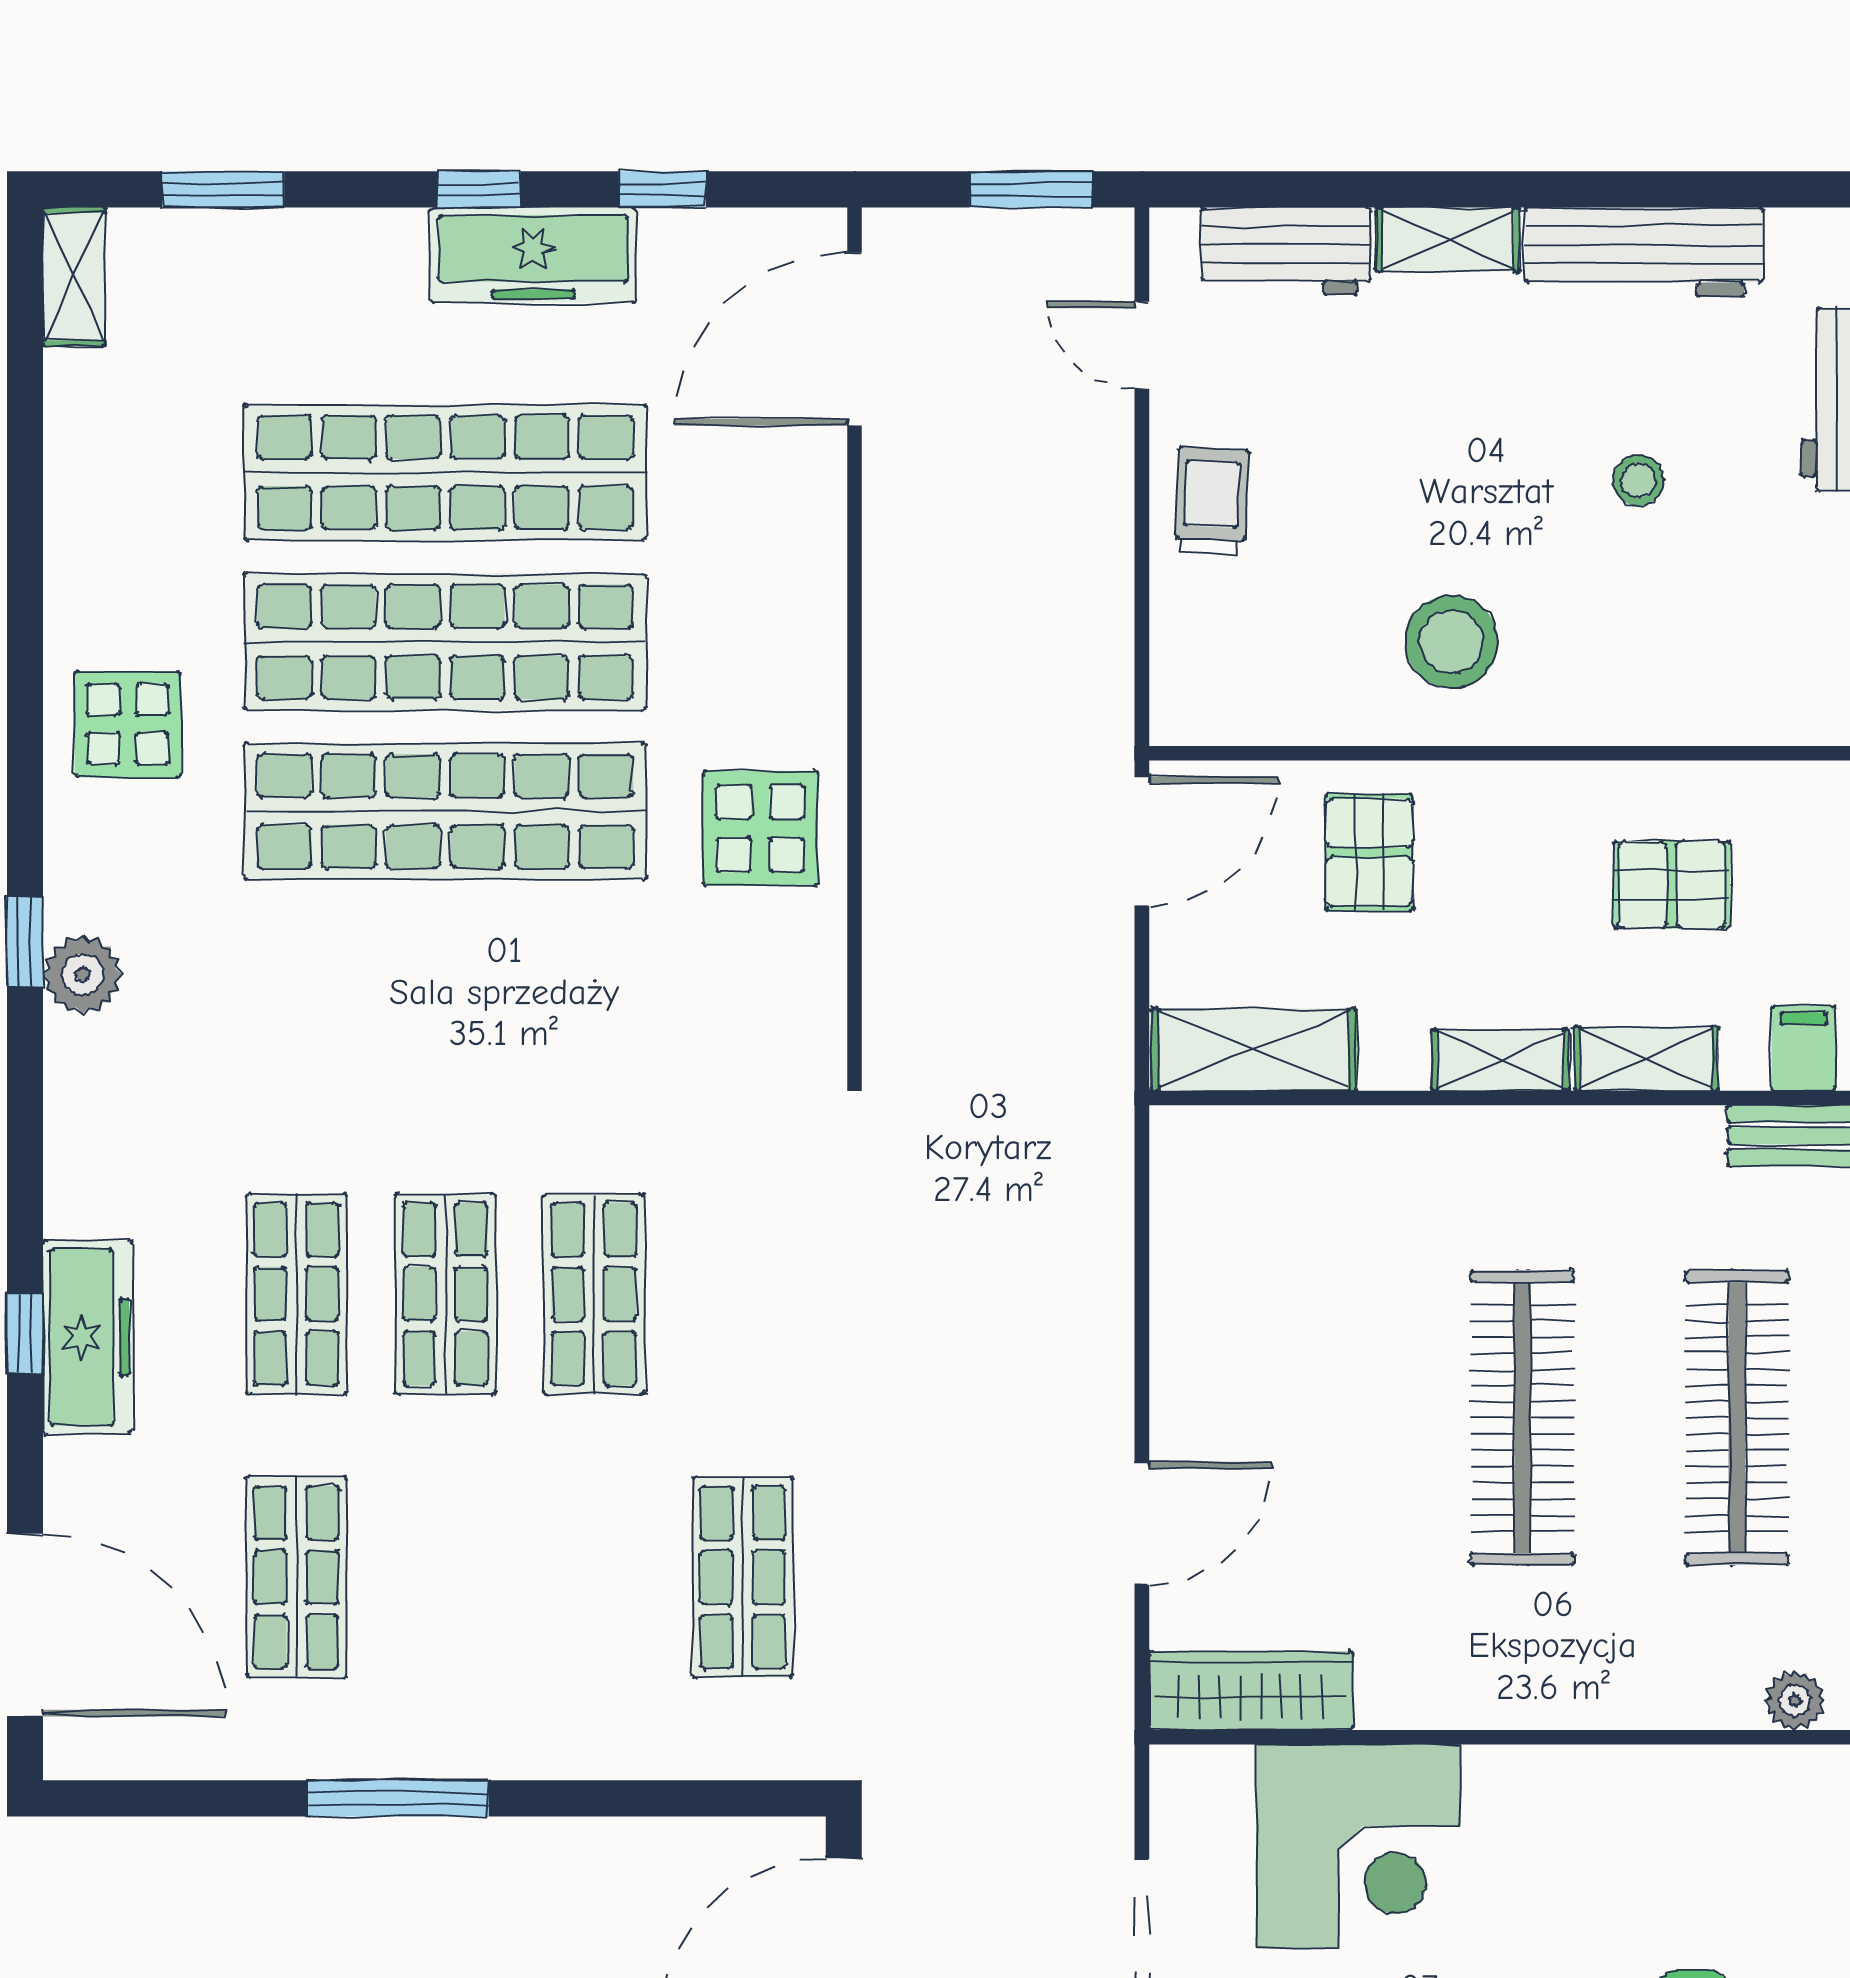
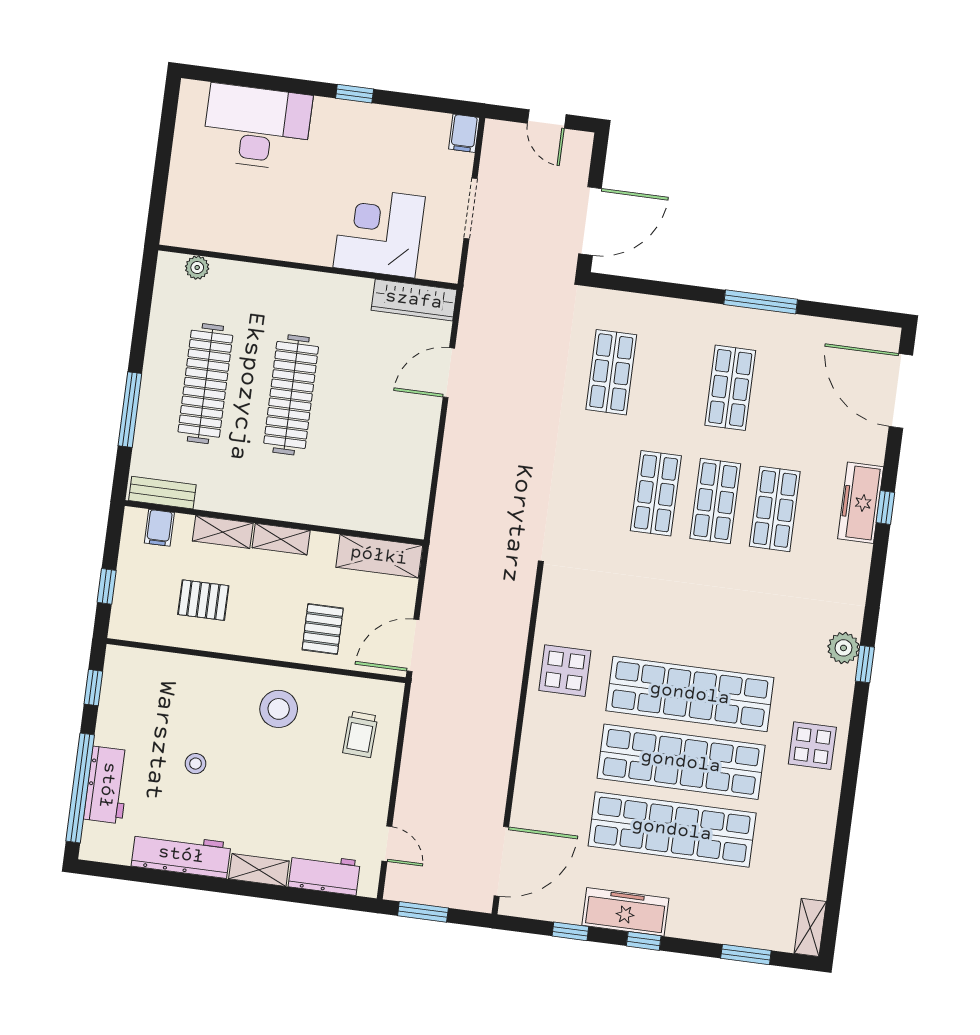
trolley: (1211, 501) -> (360, 734), moved
shop shelf: (296, 1577) -> (730, 388), moved

